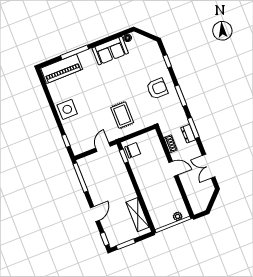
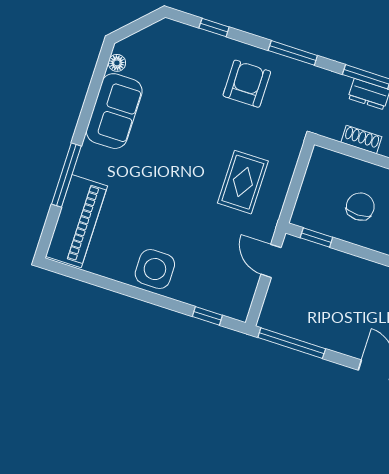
rug: (122, 115) -> (243, 182), turned 90
chair: (133, 150) -> (360, 207), moved

